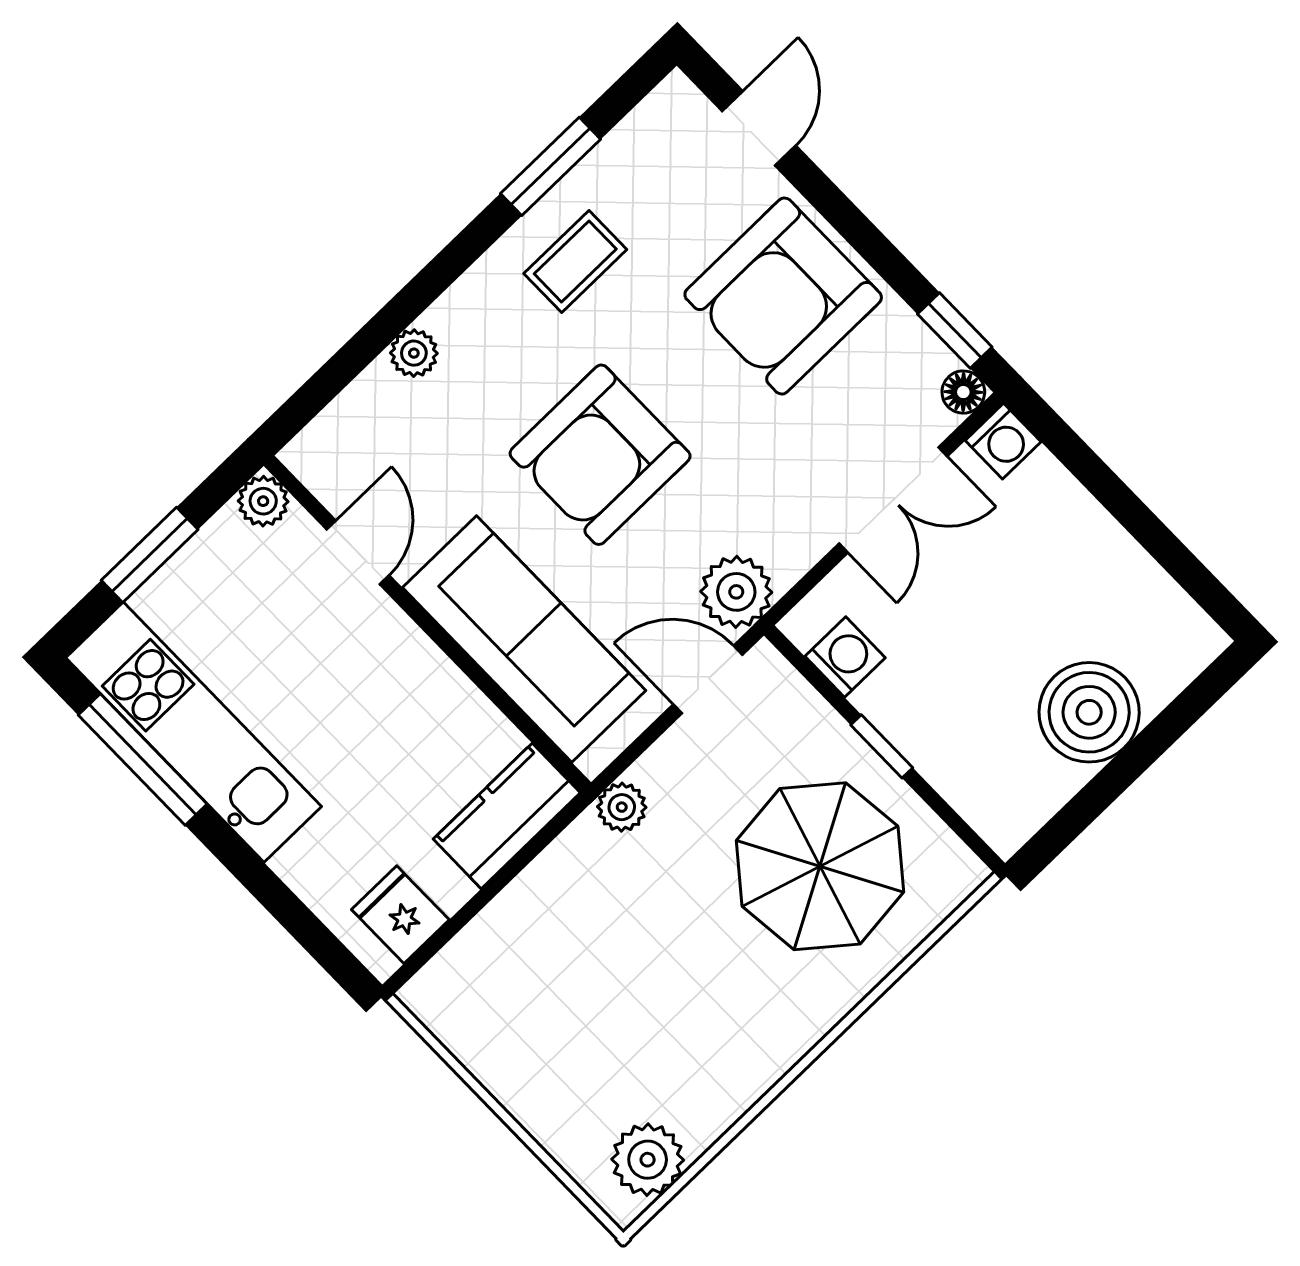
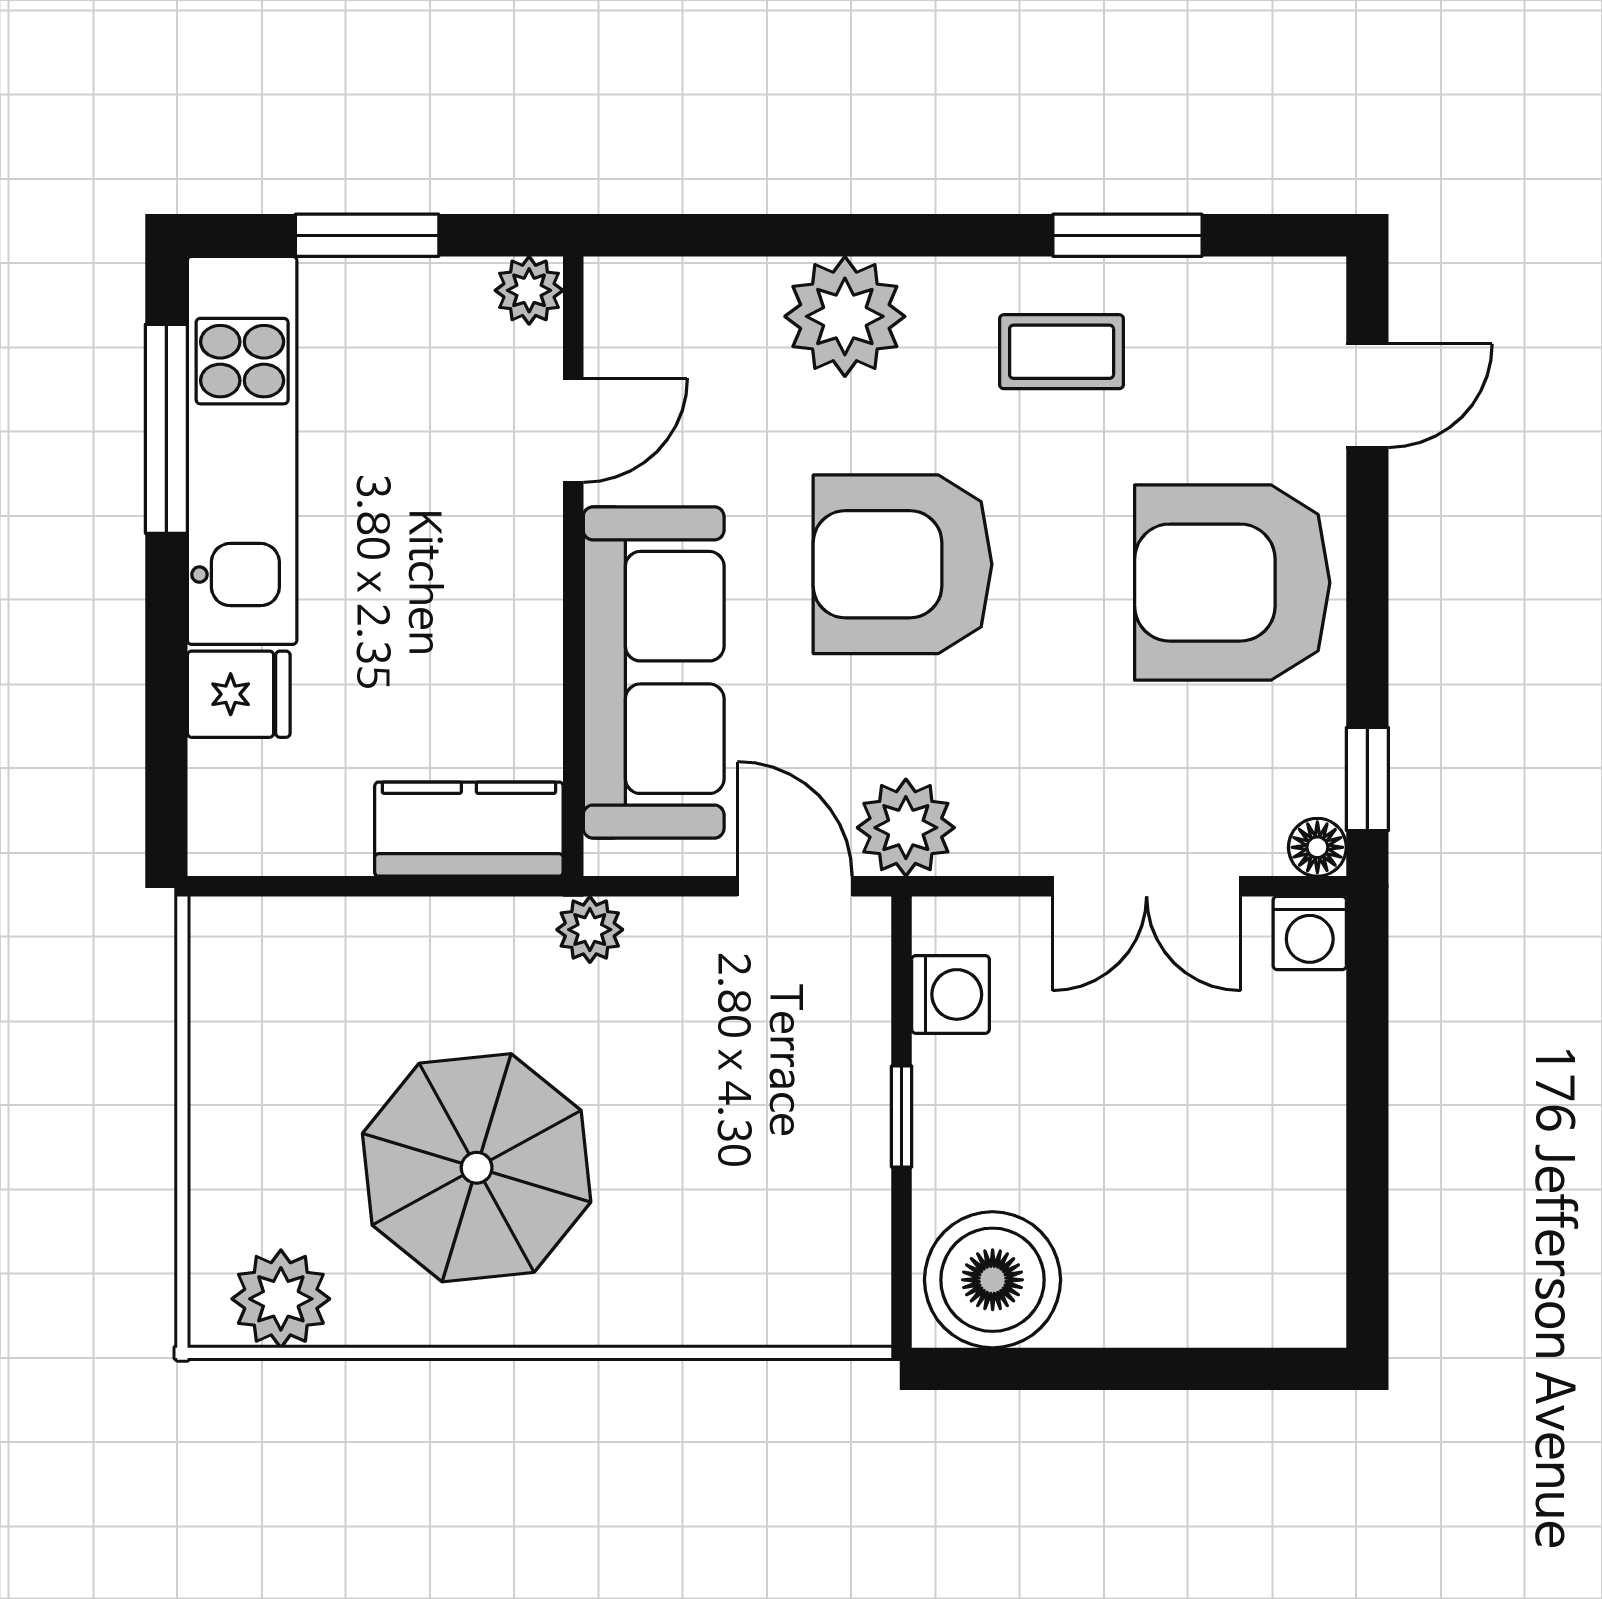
plant: (414, 353) -> (845, 316), width x1.87, depth x1.87
boiler: (1089, 712) -> (993, 1280), moved
parasol: (820, 866) -> (477, 1168), moved
fridge: (400, 915) -> (239, 694), moved, turned 90

